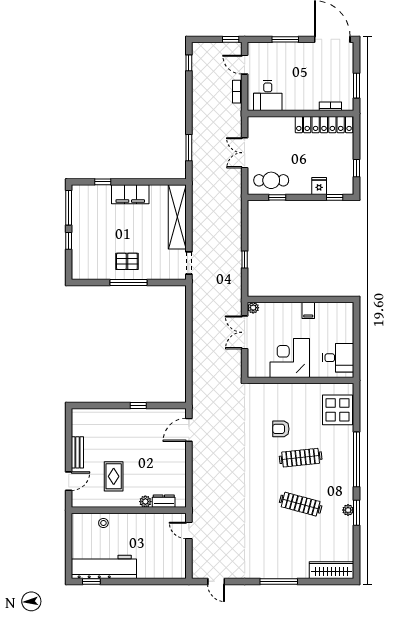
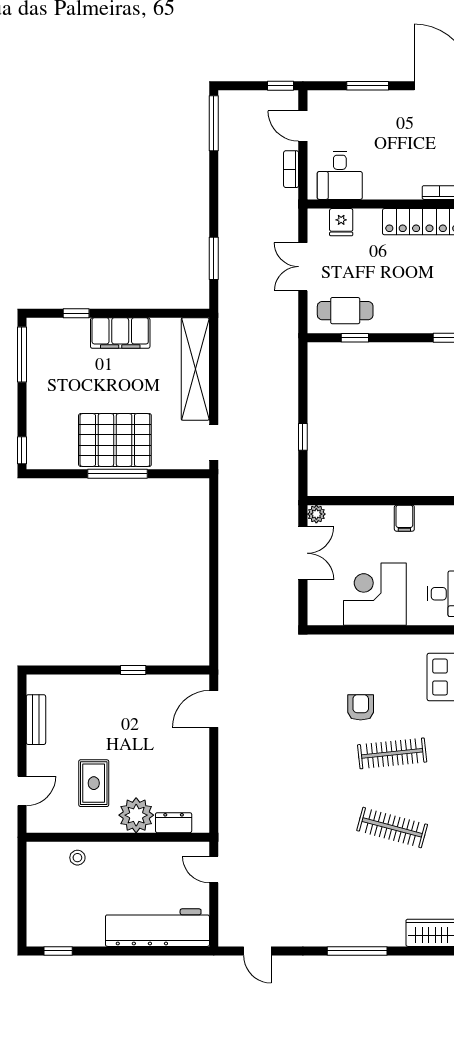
window: (189, 63) -> (214, 123), width x2.17
fridge: (319, 186) -> (341, 222), moved, turned 180
window: (69, 241) -> (22, 450), moved
pallet: (127, 261) -> (115, 440), width x2.05, depth x2.00
double door: (245, 332) -> (303, 553), swing flipped
armchair: (281, 429) -> (361, 707), turned 90
bench: (77, 452) -> (36, 720), moved
plant: (145, 502) -> (136, 815), width x1.88, depth x1.88
workbench: (104, 567) -> (157, 928), moved

